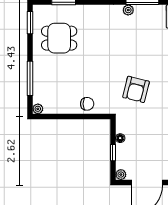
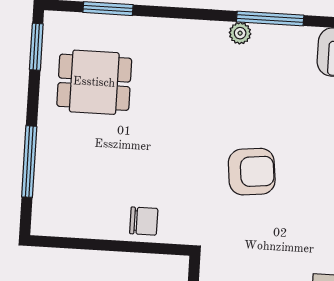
armchair: (136, 89) -> (252, 172), moved, turned -110
plant: (38, 109) -> (41, 225), removed

